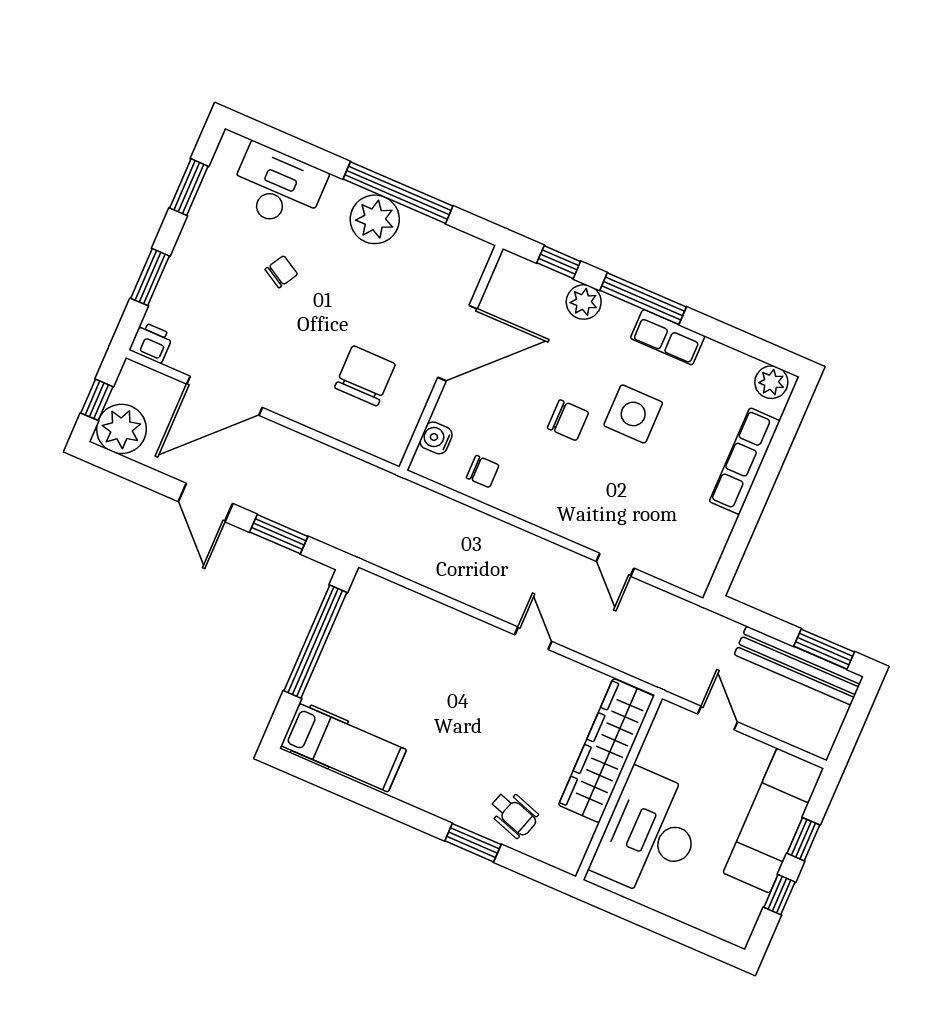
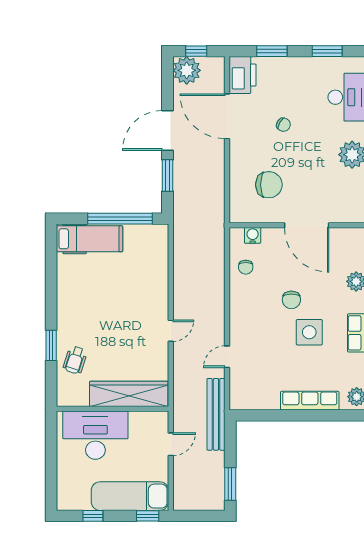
chair: (281, 272) -> (283, 125), moved
printer: (151, 342) -> (243, 75), width x1.87, depth x1.48
door: (205, 502) -> (167, 130), width x1.36
bench: (799, 666) -> (216, 414), moved
hospital bed: (343, 748) -> (89, 239), moved, turned -90
window: (803, 839) -> (148, 516), moved

